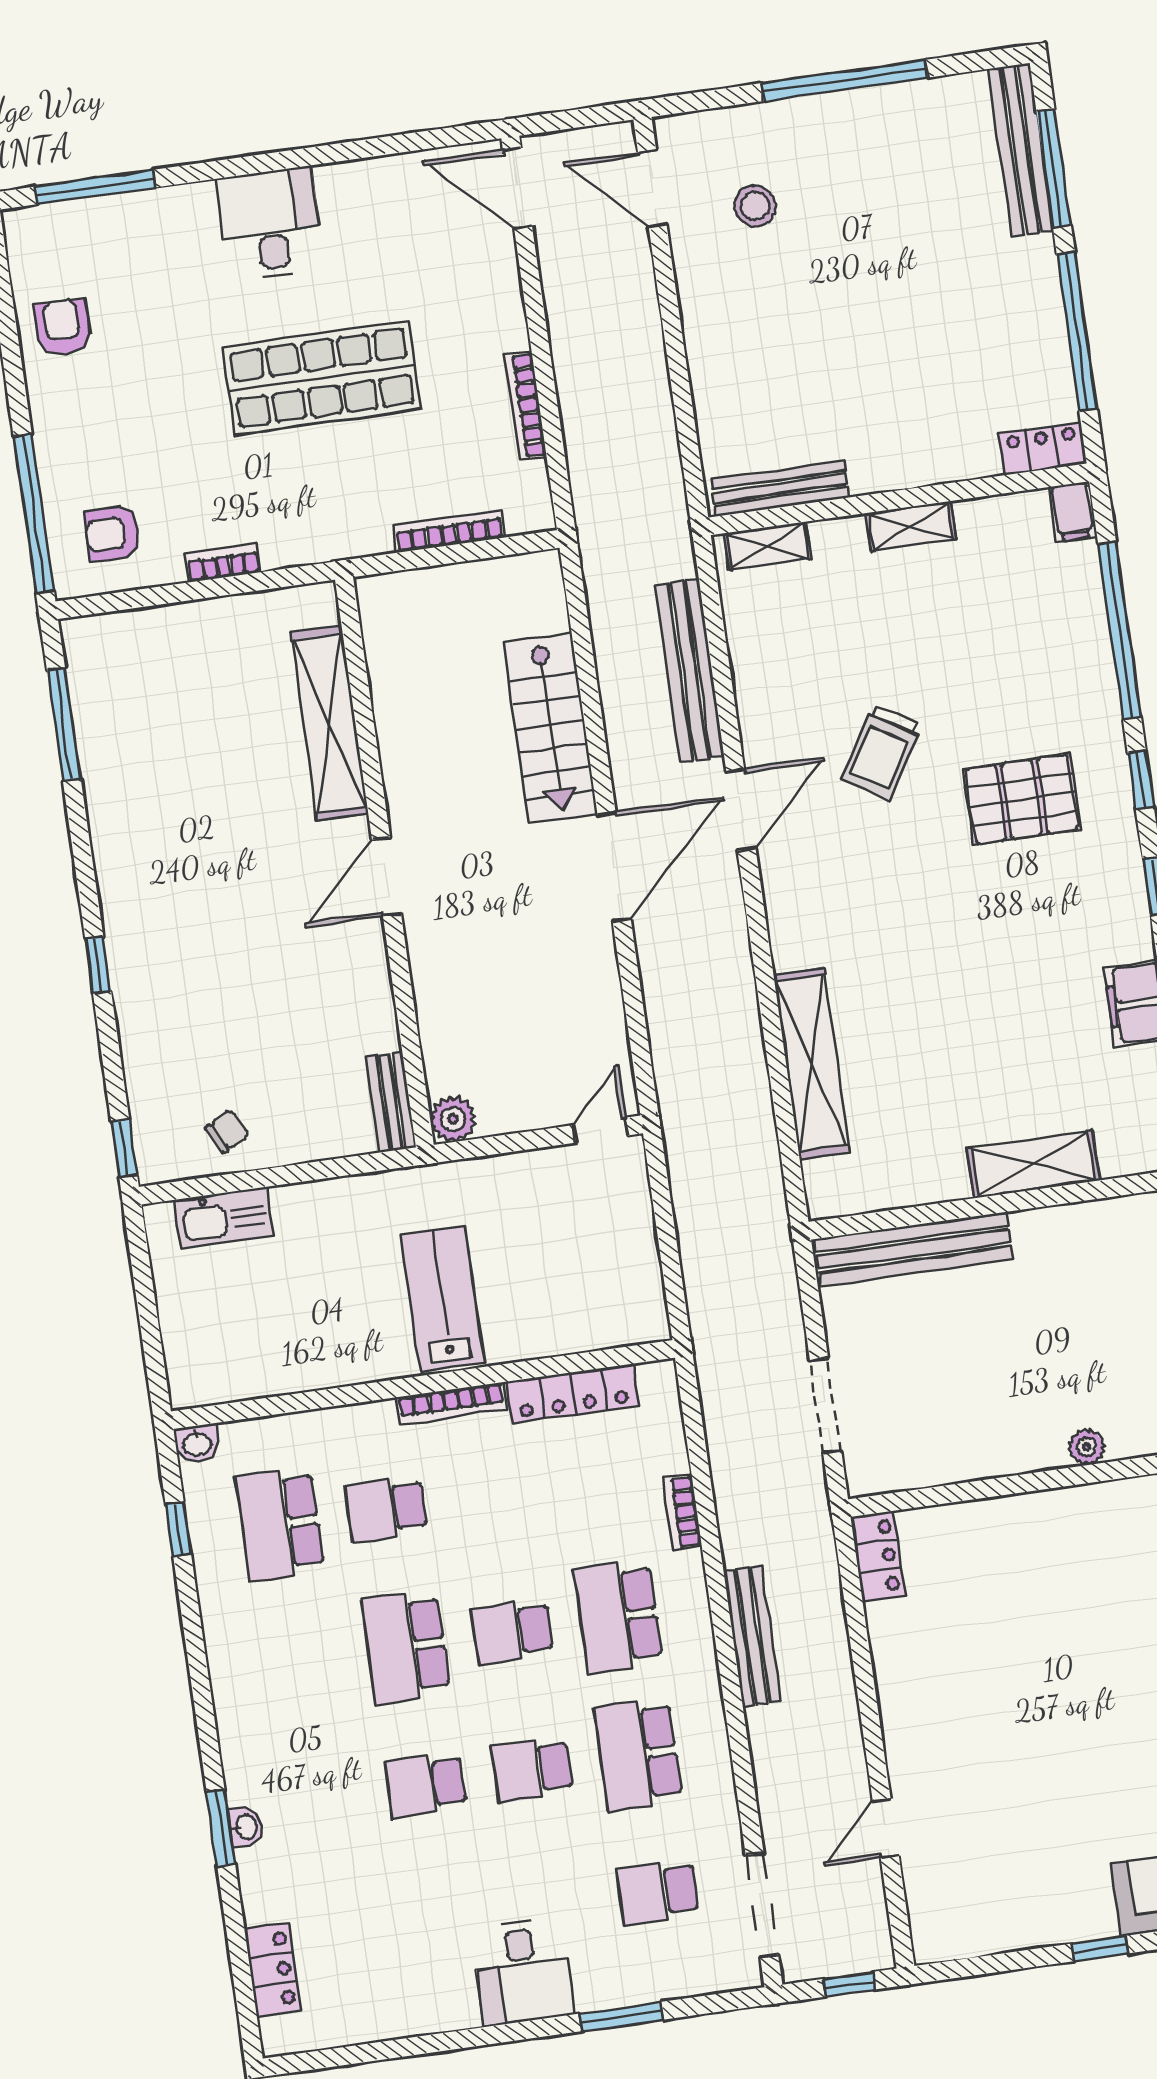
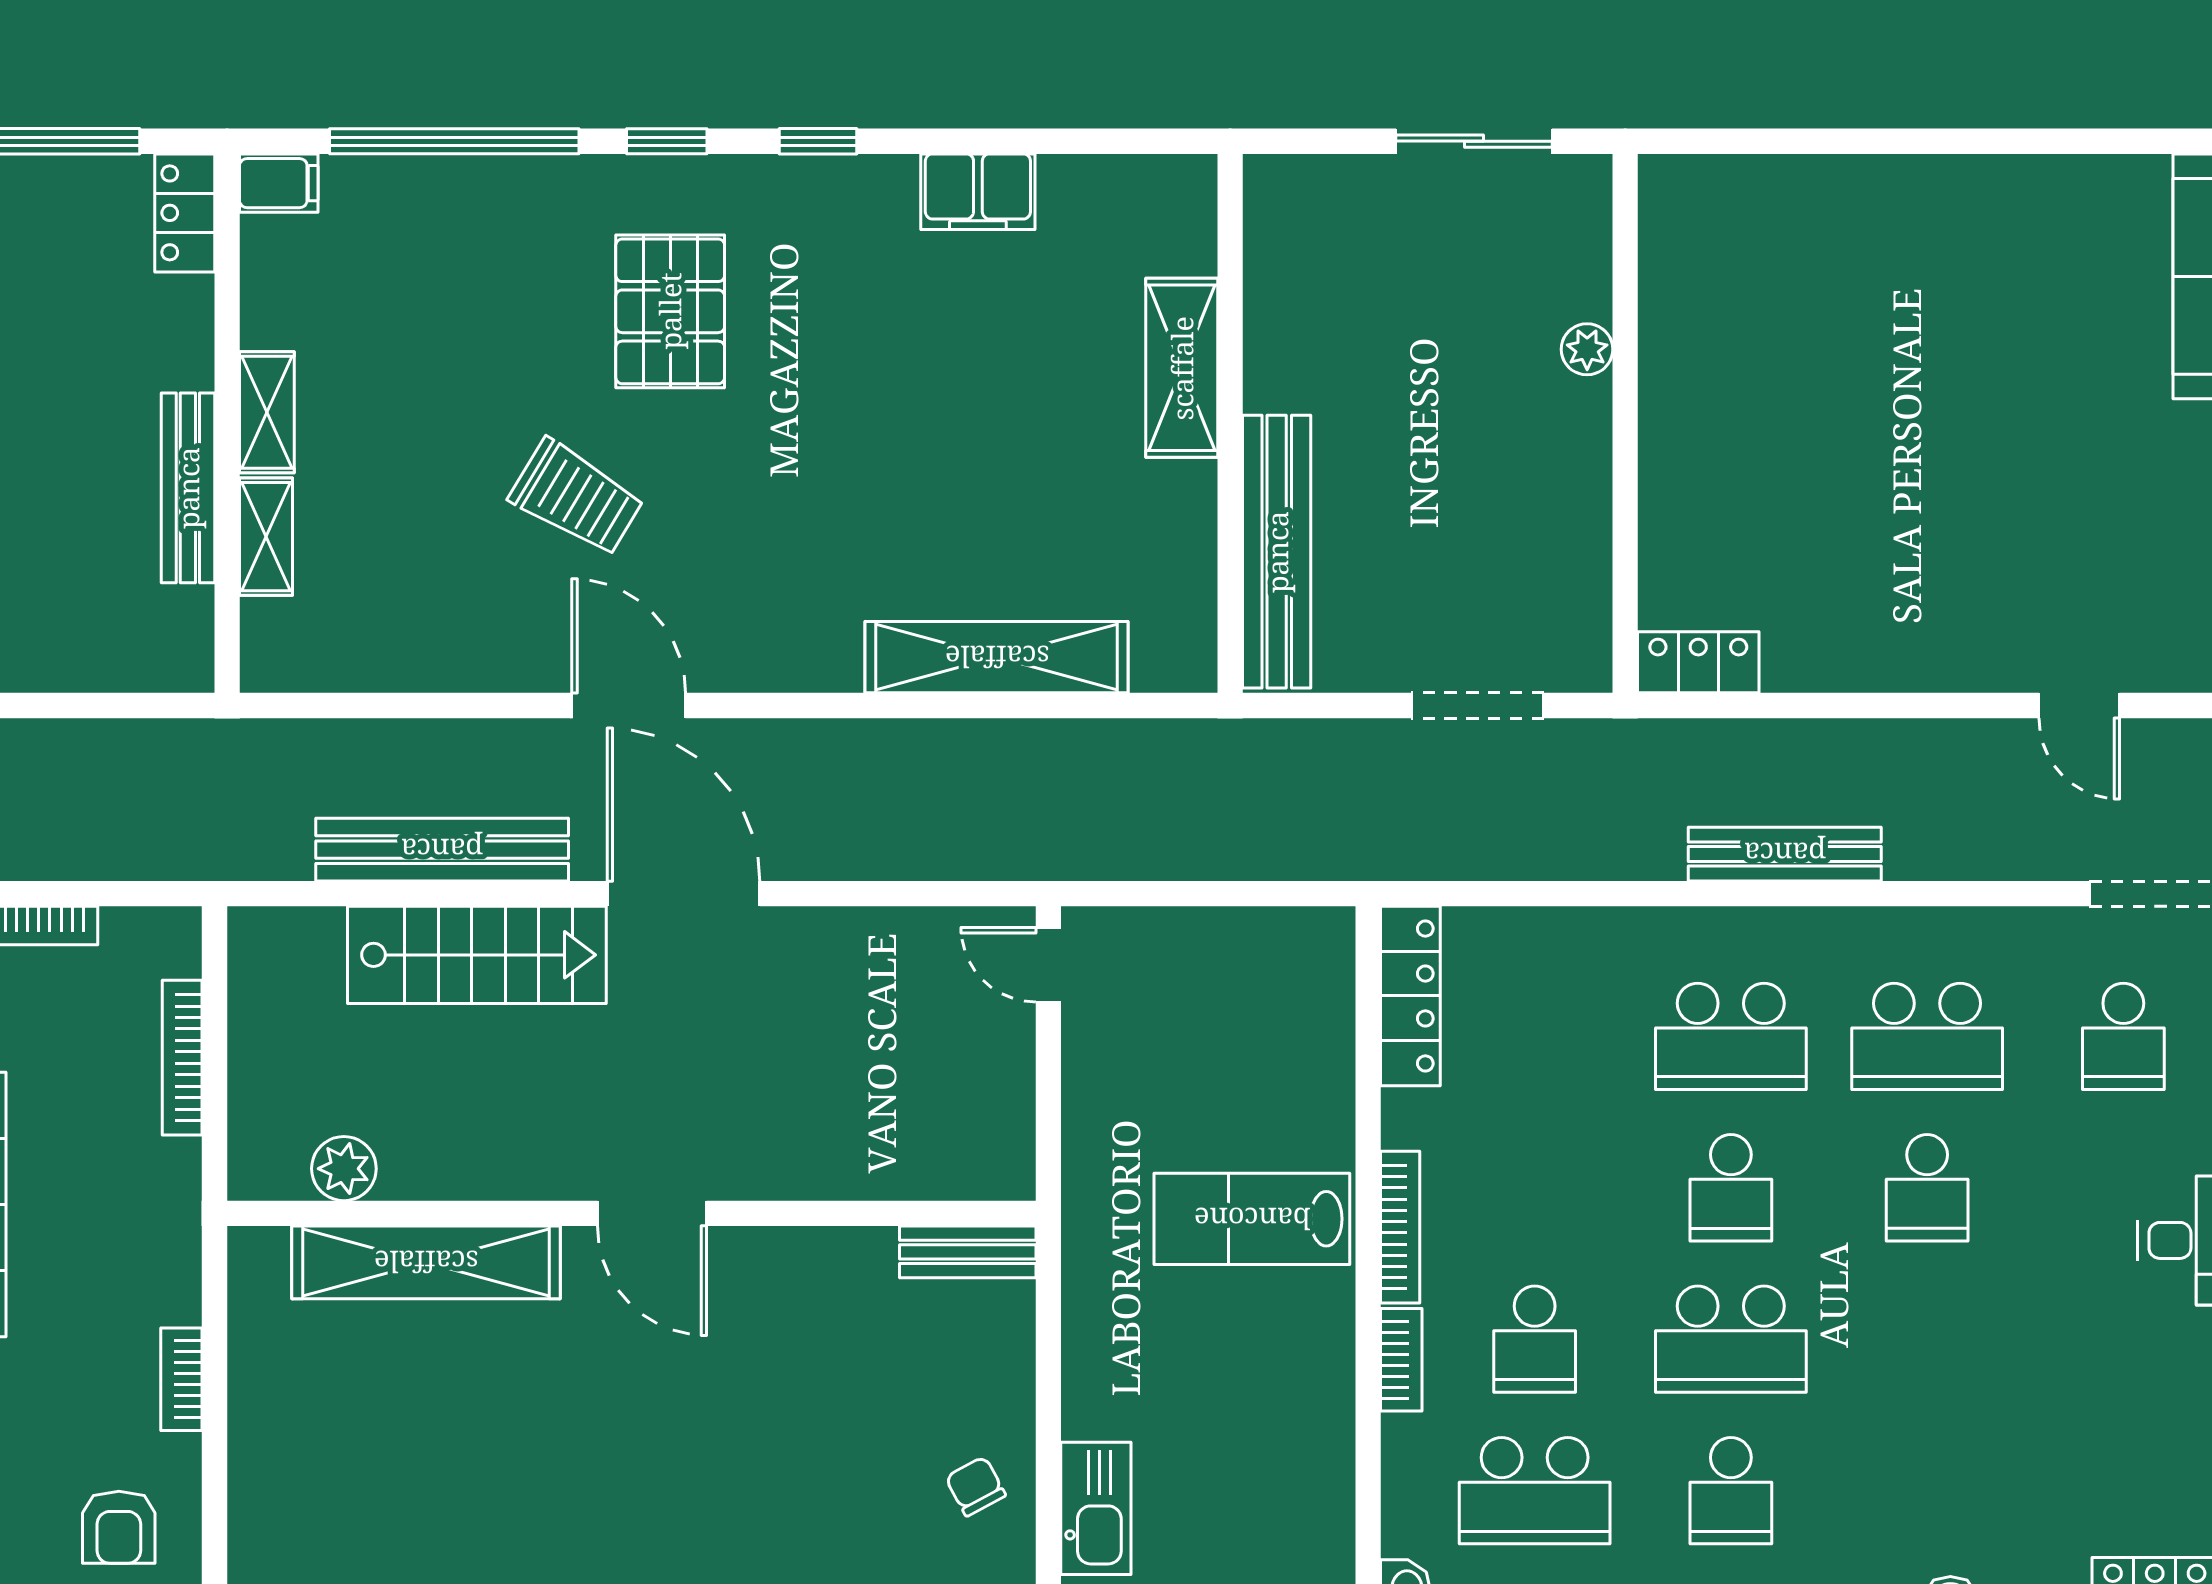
bench: (780, 488) -> (188, 488), moved
shelving: (767, 546) -> (266, 537), moved
bench: (690, 671) -> (442, 850), moved
plant: (453, 1119) -> (344, 1169), moved
locker: (573, 1394) -> (1410, 996), moved
bookcase: (682, 1512) -> (1401, 1360), moved, turned -90
school desk: (426, 1785) -> (1731, 1491), moved

